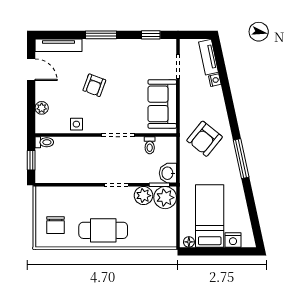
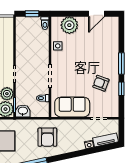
window: (151, 35) -> (121, 89), moved
tv unit: (59, 45) -> (114, 33), removed
armchair: (94, 85) -> (101, 83), moved
plant: (42, 108) -> (69, 25), width x1.88, depth x1.88
armchair: (205, 139) -> (47, 137), turned -129

